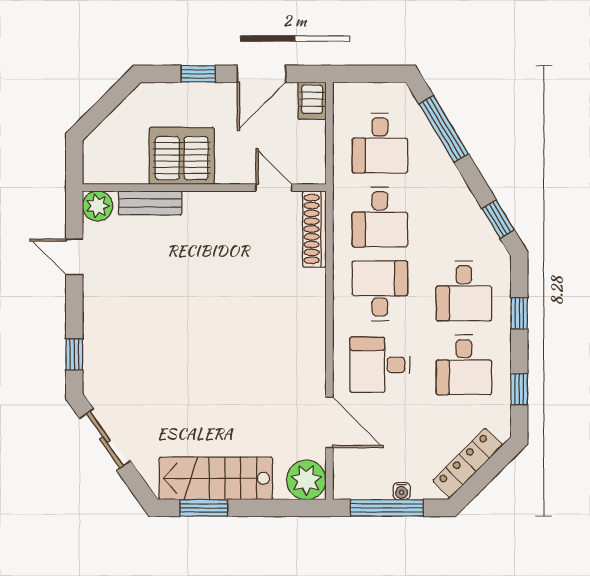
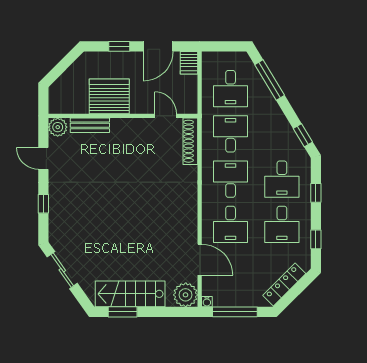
desk: (380, 217) -> (231, 134), turned 180
window: (74, 354) -> (43, 204), moved
desk: (380, 365) -> (231, 224), turned -90
water cooler: (402, 491) -> (207, 302), moved

